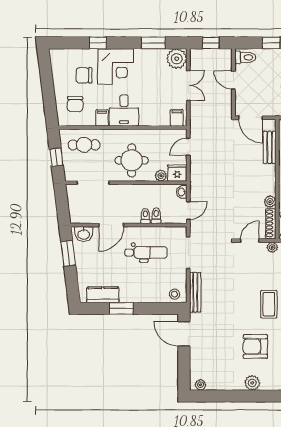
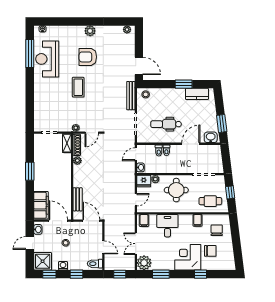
desk: (124, 110) -> (167, 226), moved
armchair: (255, 346) -> (88, 57), turned 180

